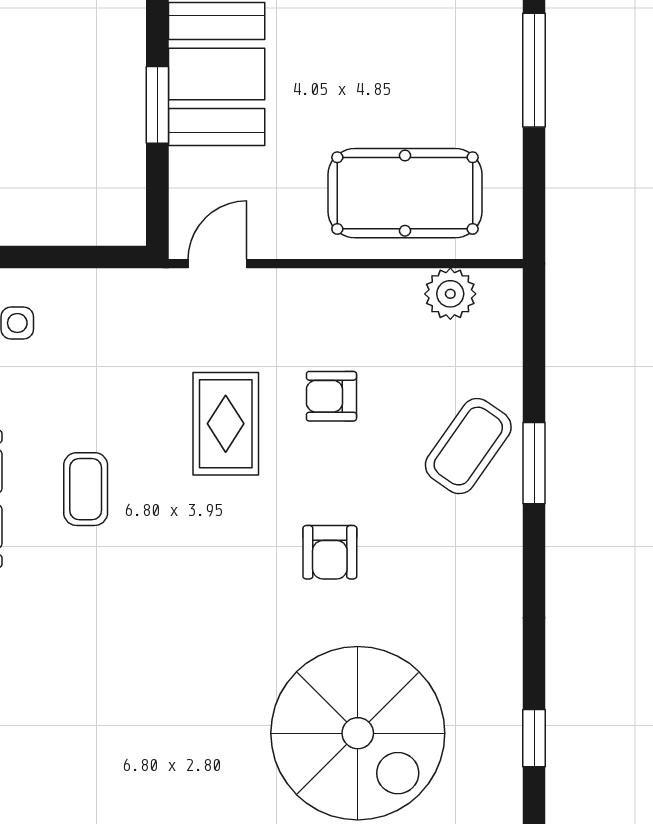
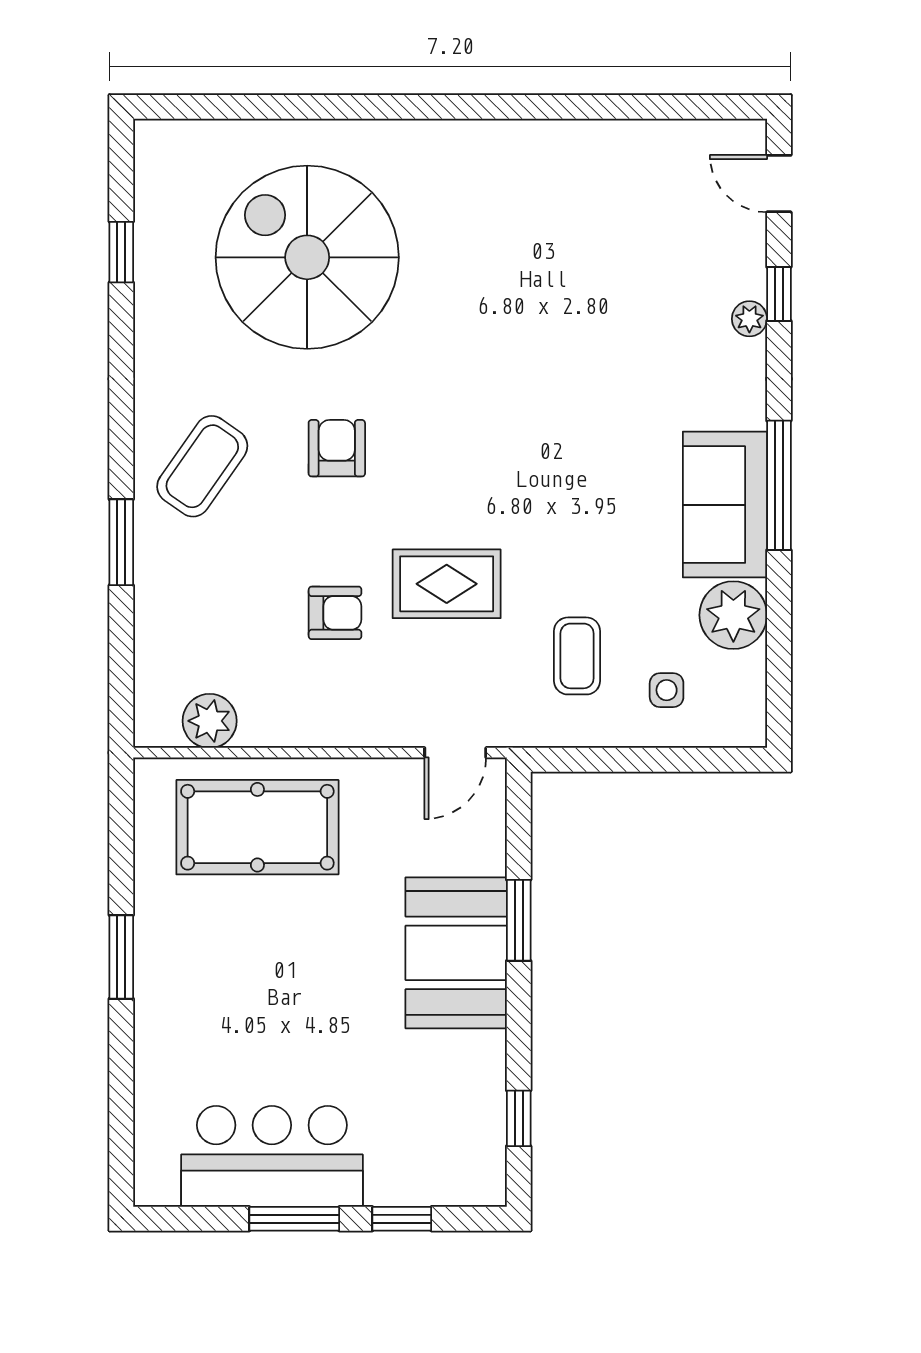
window: (534, 70) -> (121, 957), width x0.69
rug: (226, 424) -> (447, 584), turned 90
coffee table: (468, 446) -> (202, 466), moved
coffee table: (86, 489) -> (577, 656), moved

